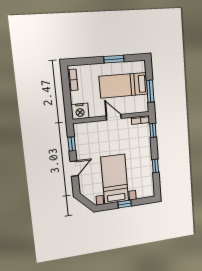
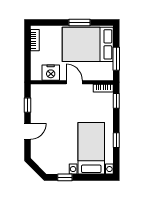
bed: (124, 85) -> (88, 44), width x1.50
nightstand: (80, 111) -> (51, 73), moved
bed with nightstands: (115, 179) -> (91, 148), moved
window: (125, 204) -> (65, 177), moved

